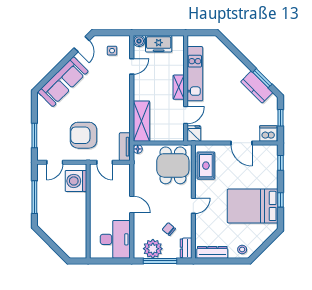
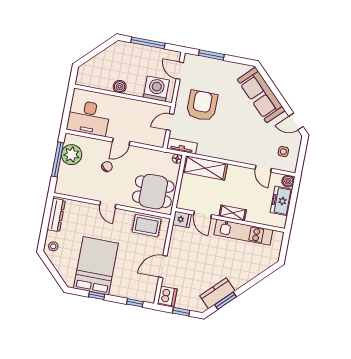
boiler: (80, 216) -> (120, 87), added
chair: (169, 229) -> (107, 167), moved
dresser: (186, 248) -> (66, 189), removed

